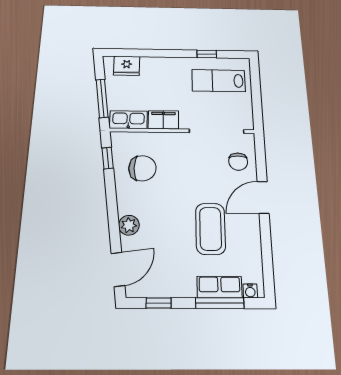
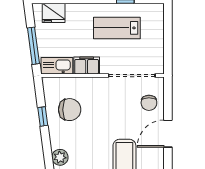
lab bench: (219, 81) -> (117, 28), moved
window: (108, 158) -> (43, 117), moved

